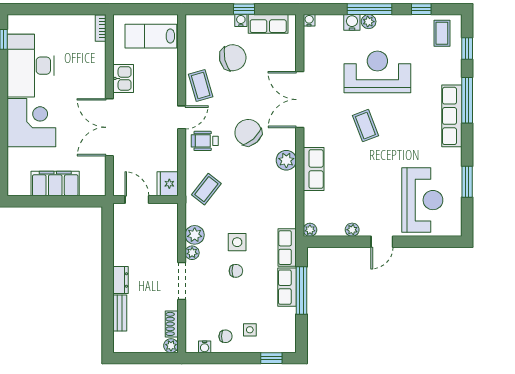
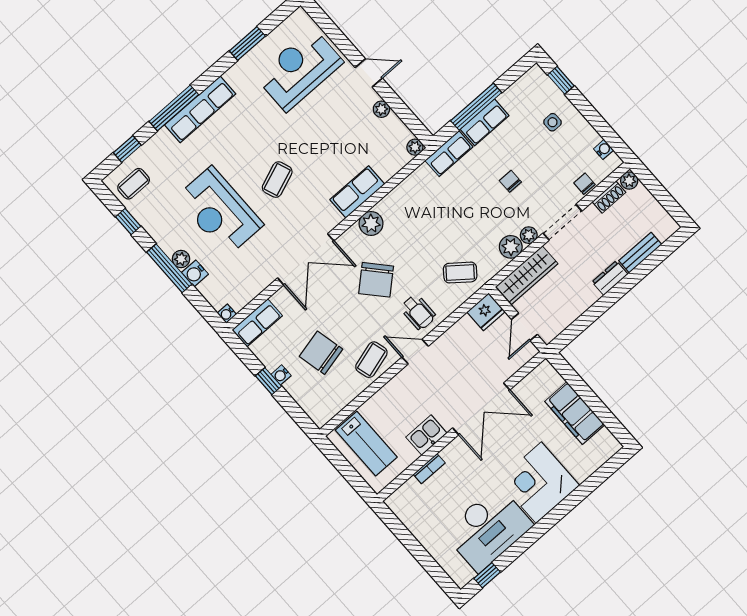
row of seats: (268, 24) -> (257, 323), moved, turned 90
bookcase: (101, 28) -> (429, 469), moved
wardrobe: (168, 230) -> (527, 275), added
side table: (237, 242) -> (484, 203), removed
chair: (226, 336) -> (584, 184), moved

